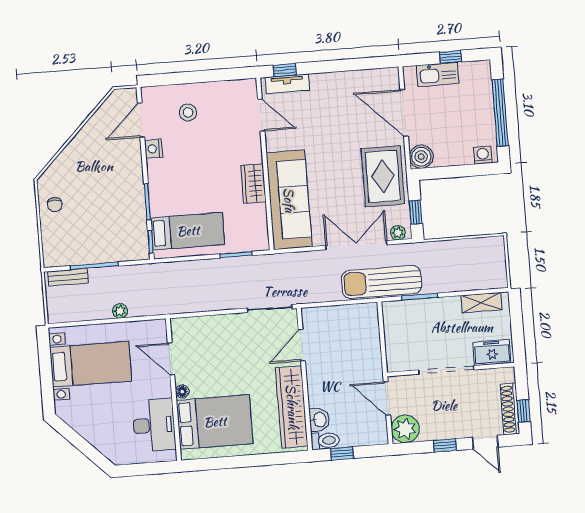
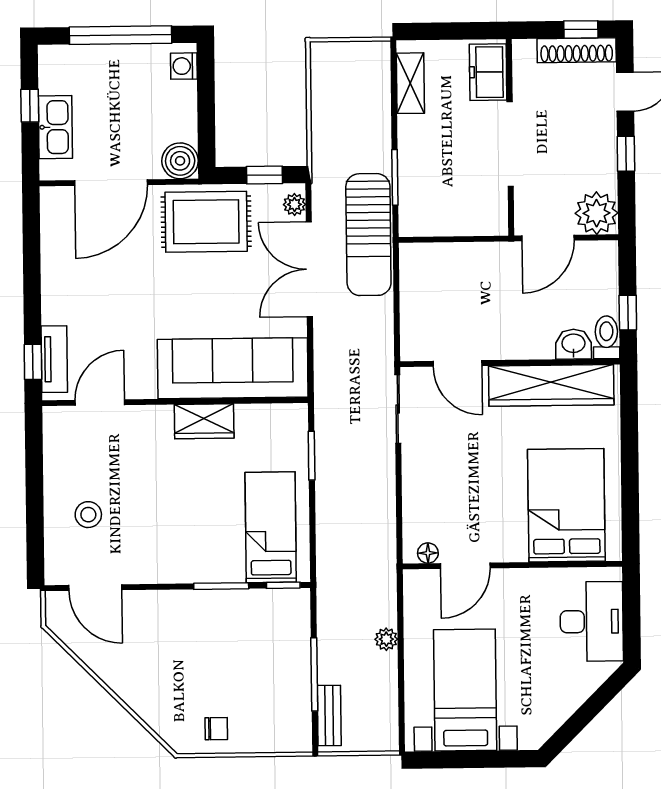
nightstand: (153, 149) -> (140, 571), removed
floor lamp: (182, 392) -> (428, 553), moved
desk: (154, 425) -> (592, 621), moved, turned 90

